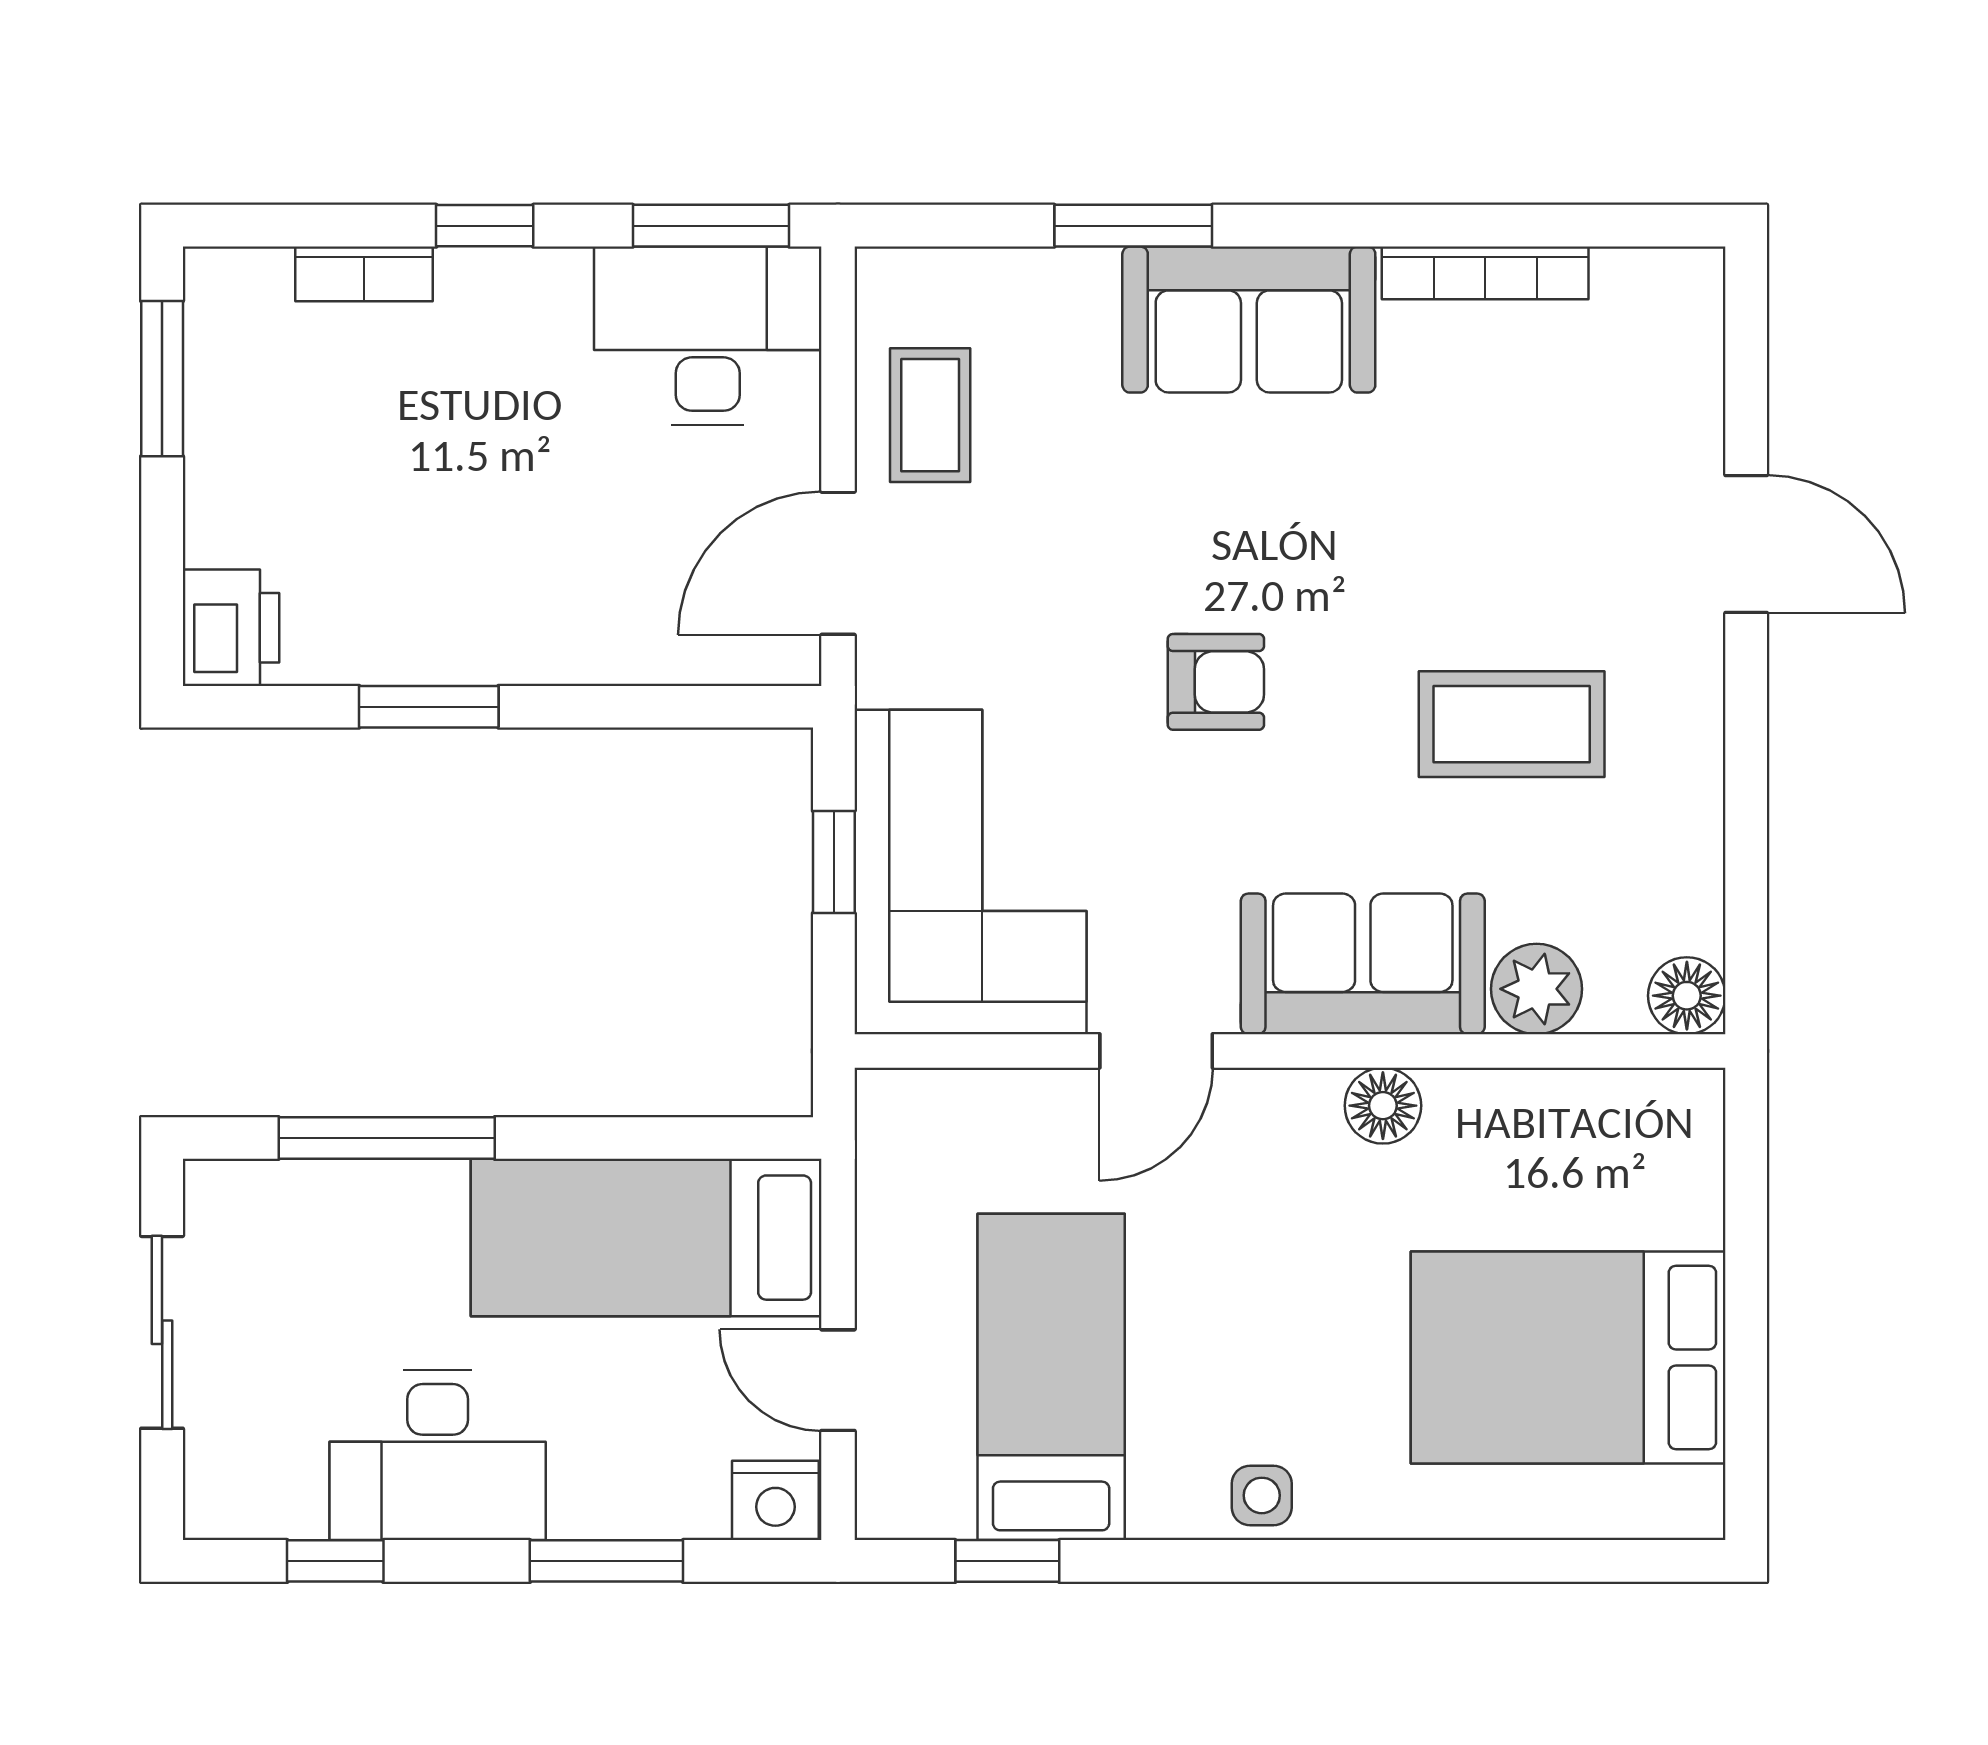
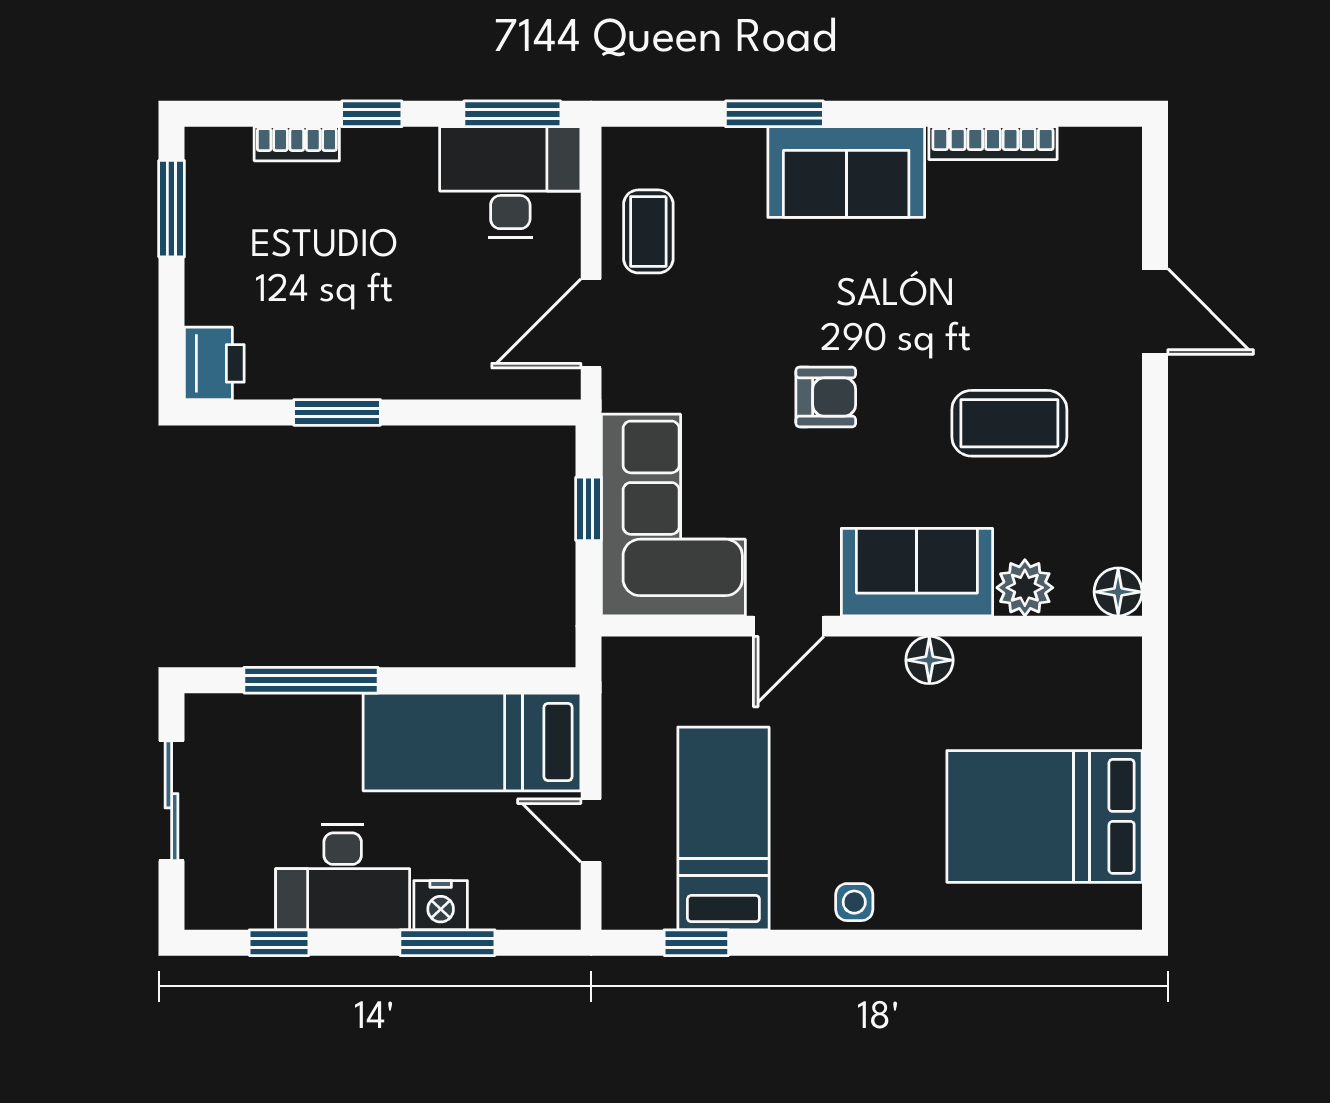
nightstand: (775, 1500) -> (441, 905), moved

